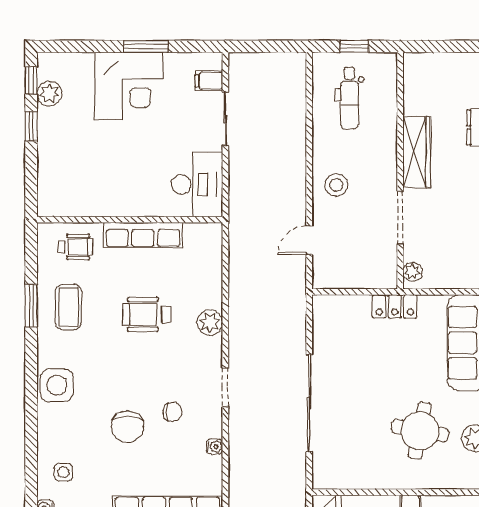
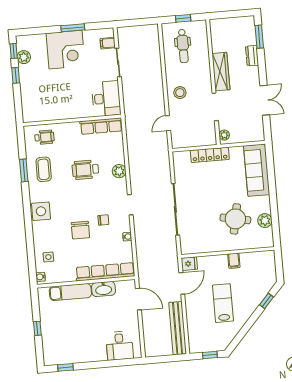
row of seats: (143, 235) -> (101, 126), moved
locker: (395, 306) -> (210, 155), width x1.53

